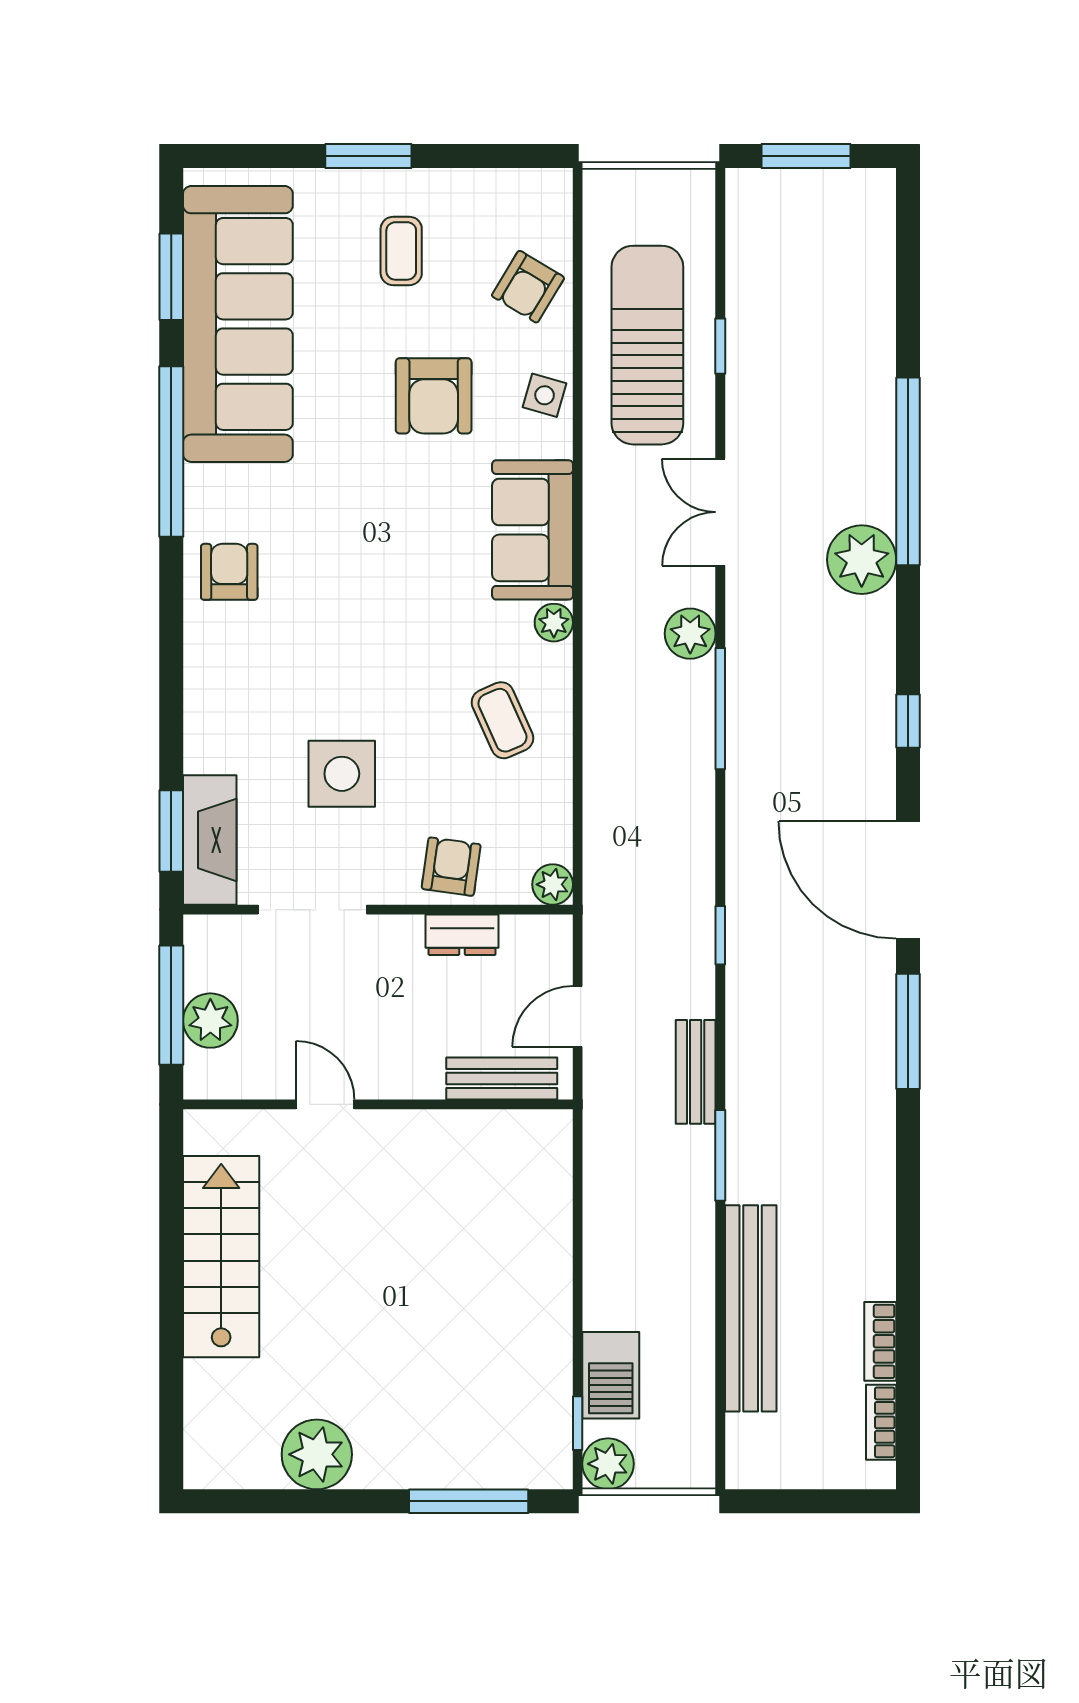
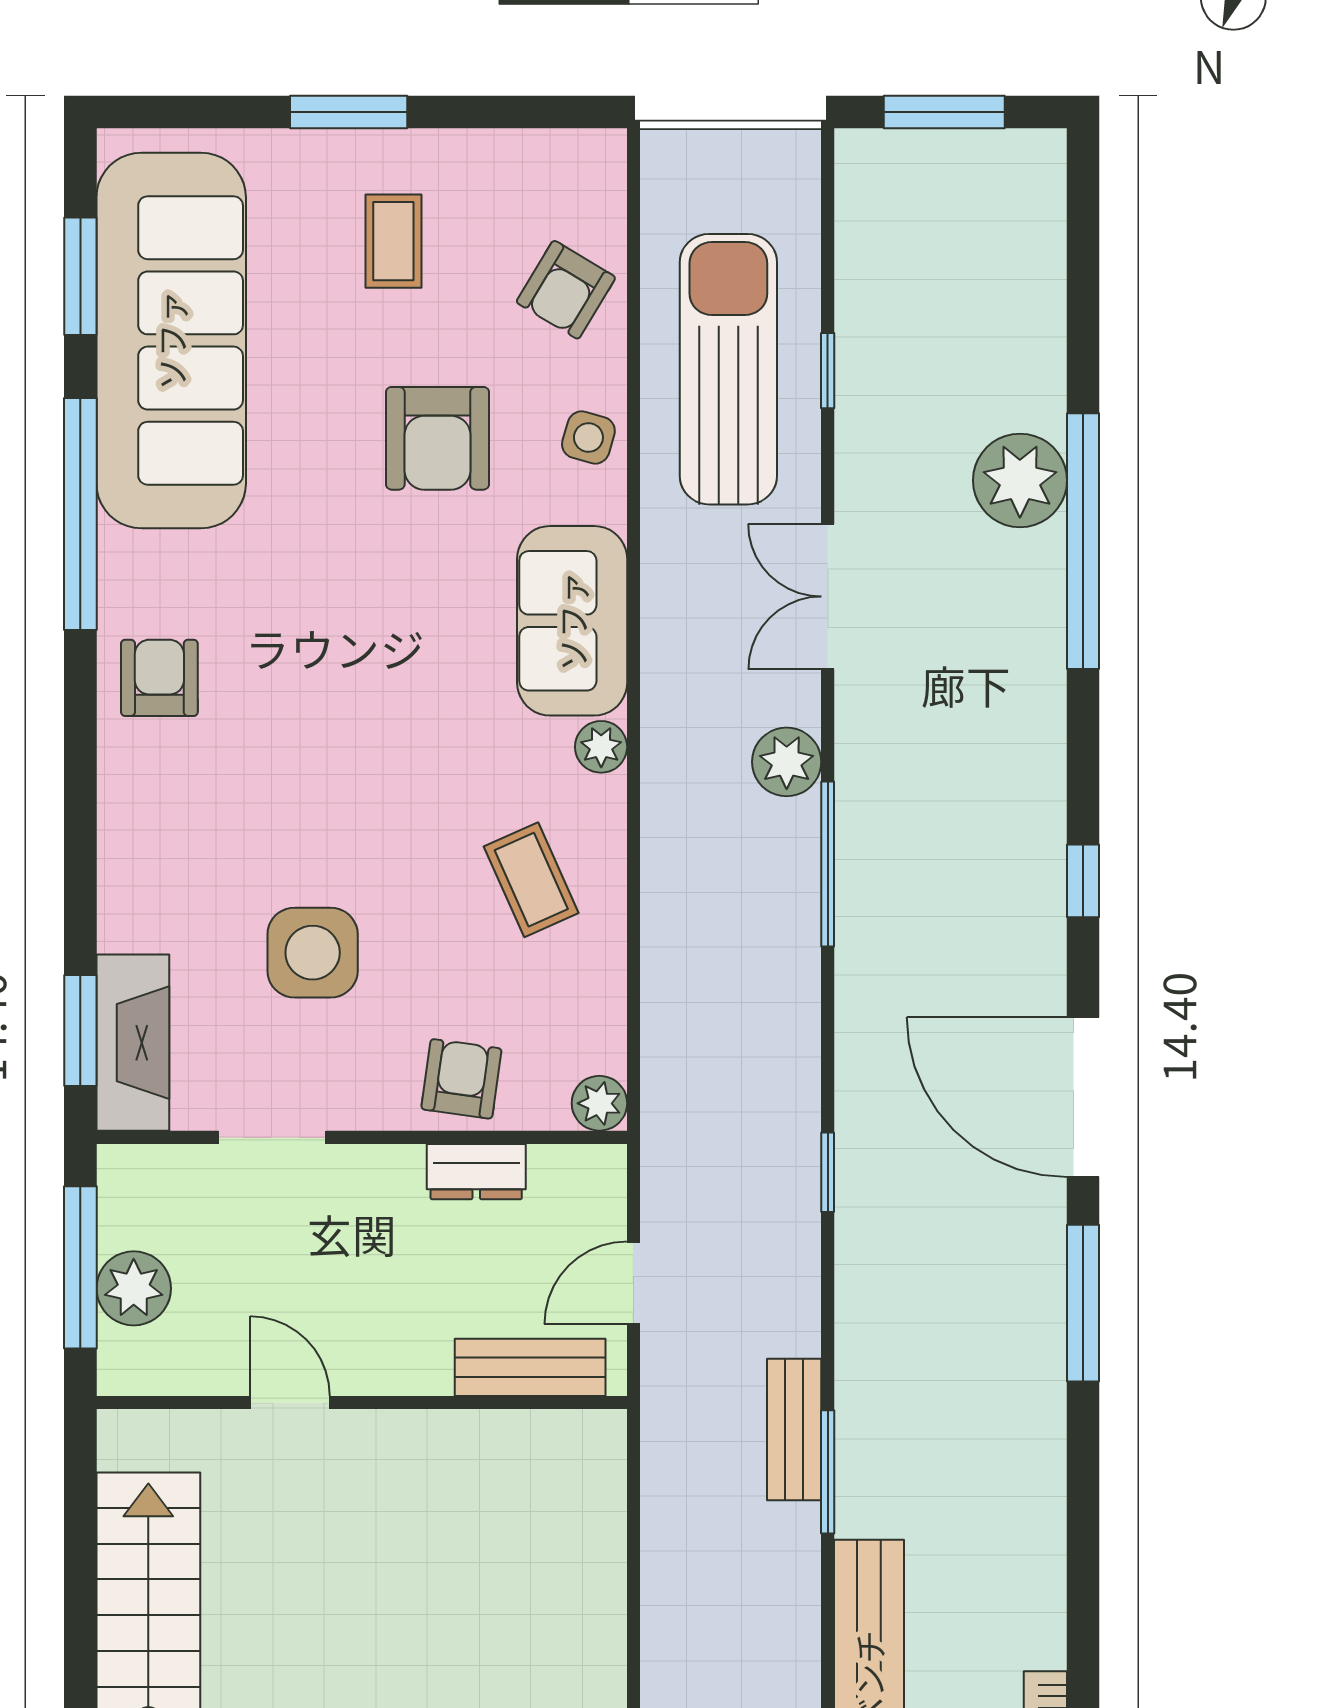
plant: (862, 560) -> (1020, 480), moved
doorway: (312, 910) -> (272, 1137), width x0.73
bench: (696, 1072) -> (794, 1430), moved

